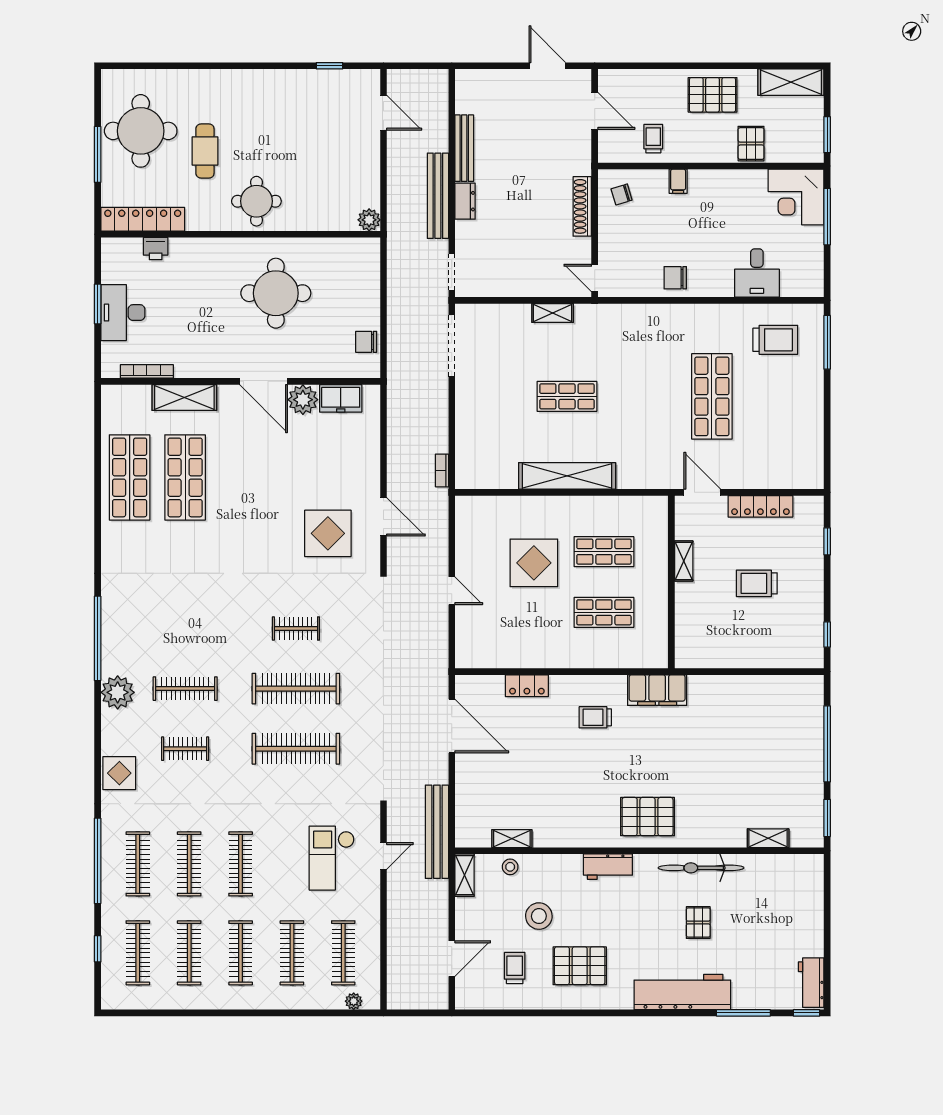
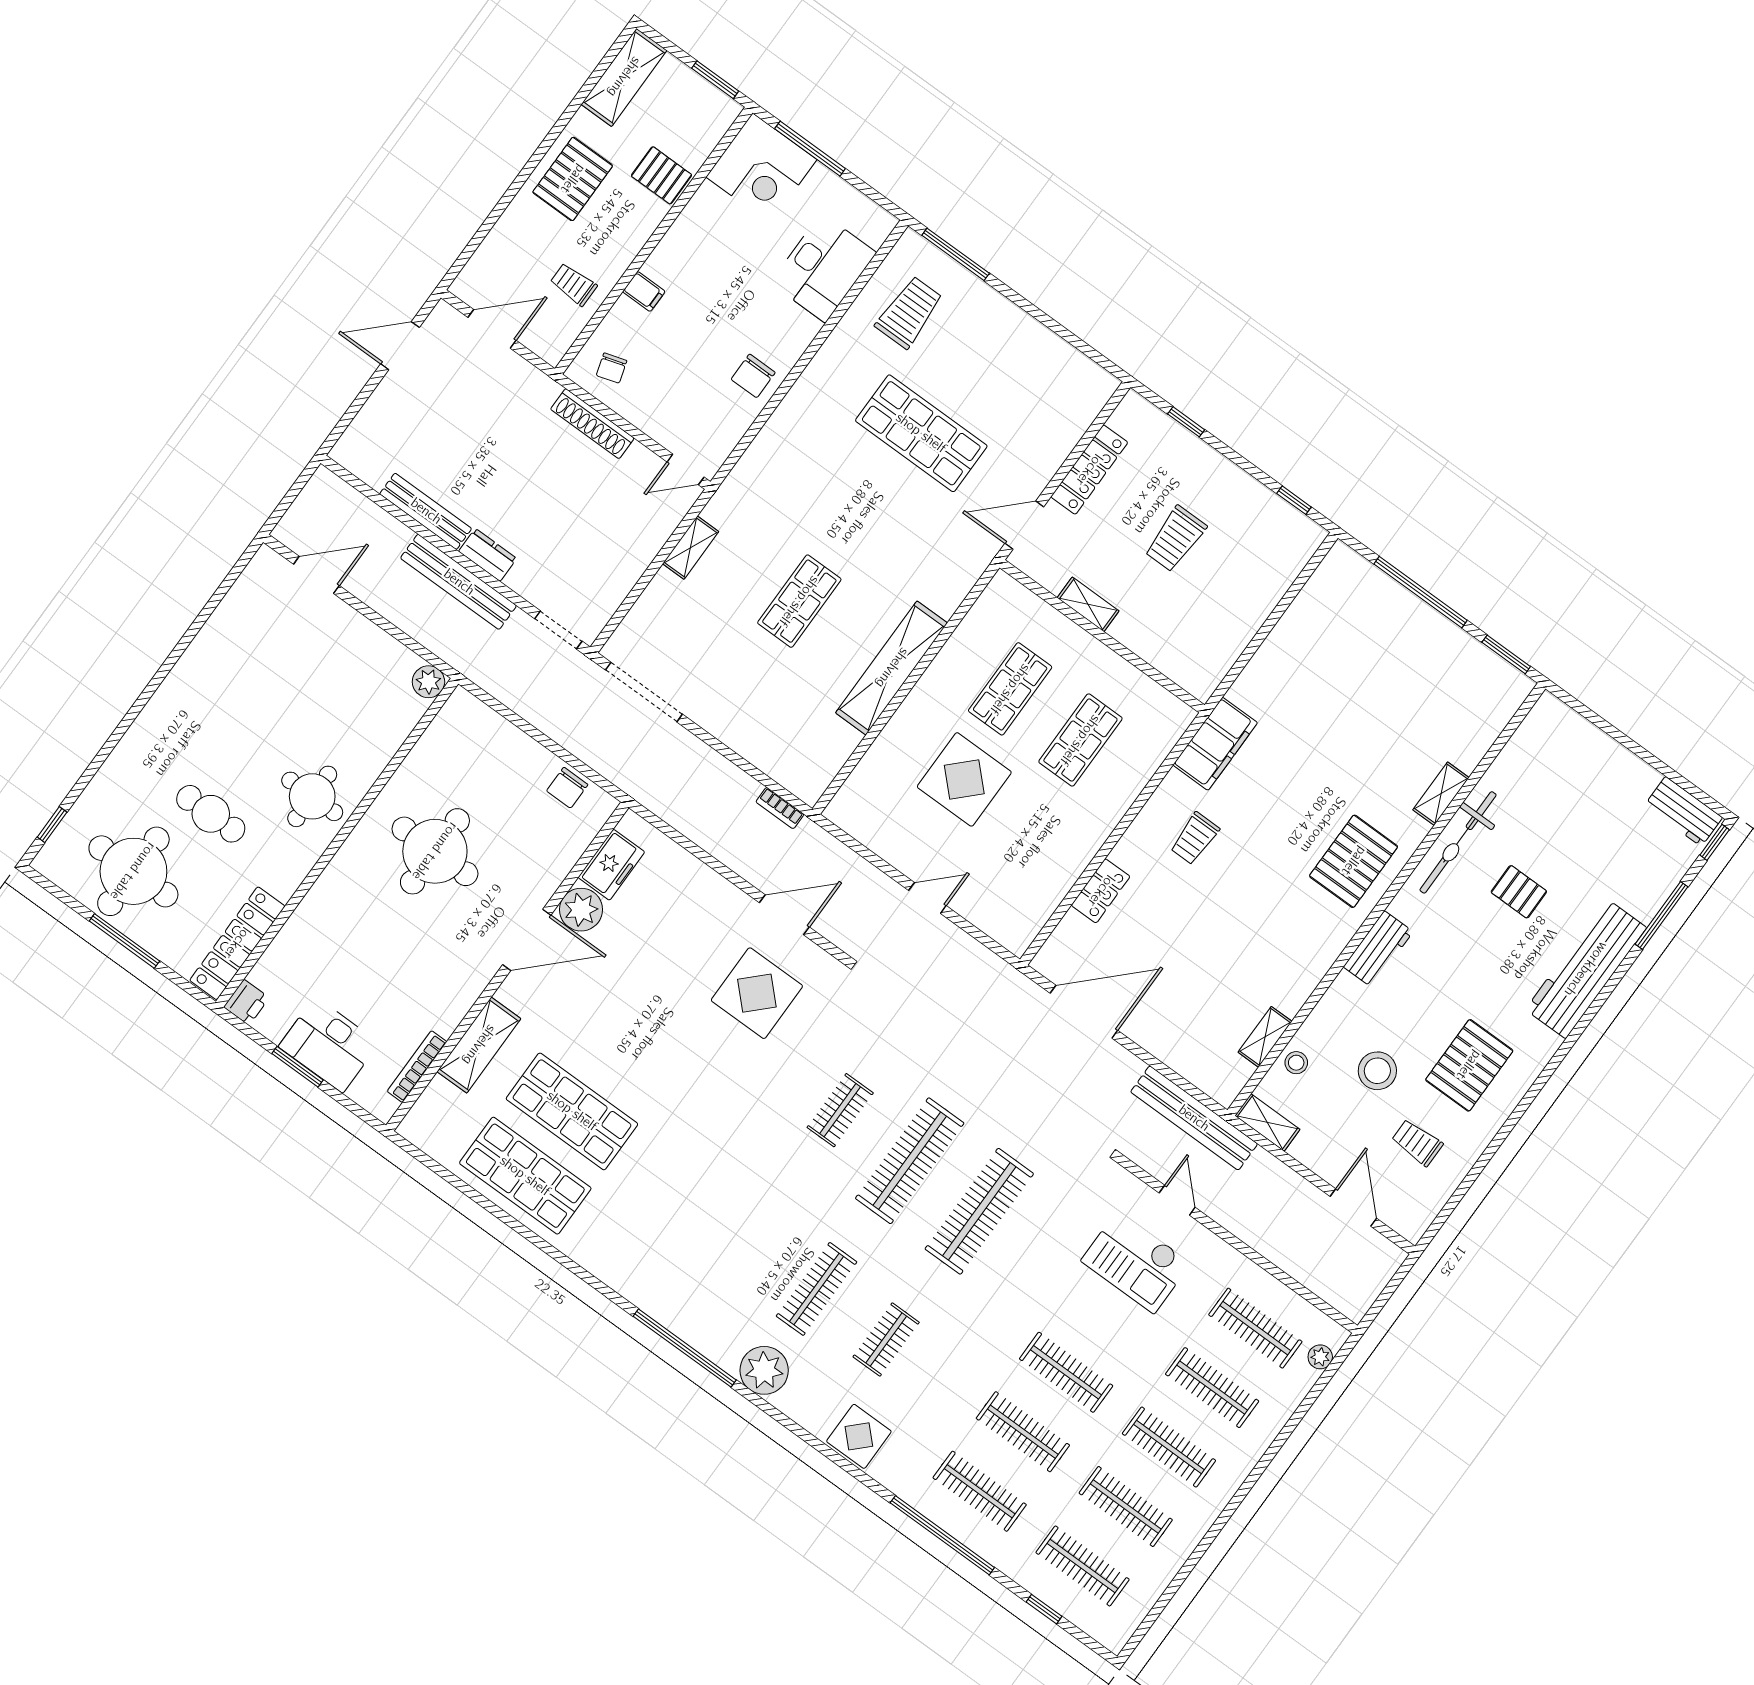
window: (330, 66) -> (52, 825), moved
printer: (156, 249) -> (246, 1002), moved
desk: (757, 273) -> (823, 268), width x1.37
shelving: (768, 838) -> (1441, 794), moved

